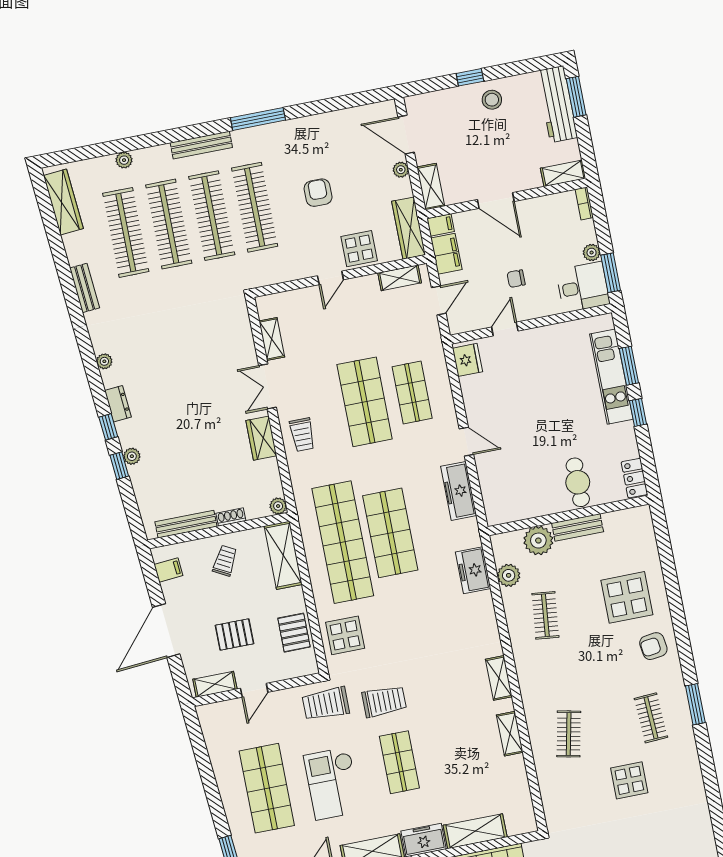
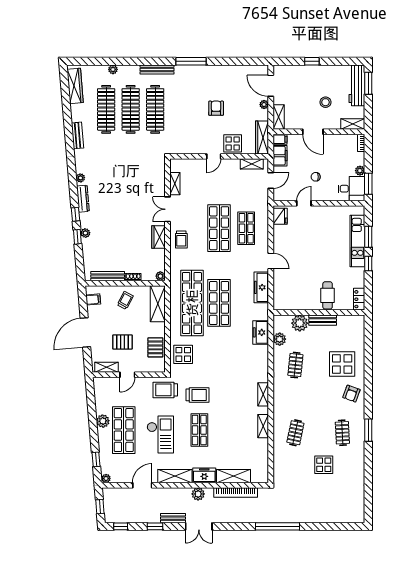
stool: (492, 100) -> (325, 102), moved
clothes rail: (255, 207) -> (180, 109), removed
dresser: (118, 404) -> (83, 199), width x1.44
armchair: (653, 646) -> (351, 394), turned -62
plant: (227, 780) -> (103, 421), added
checkout: (333, 784) -> (160, 435), turned 180

